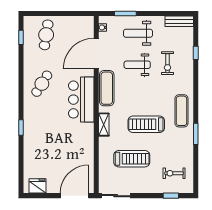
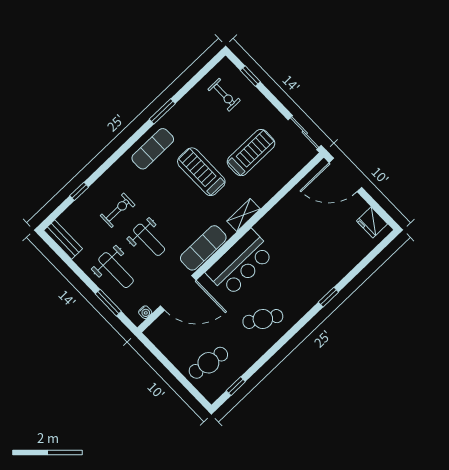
treadmill: (146, 124) -> (201, 172), turned 180
treadmill: (132, 159) -> (251, 153), turned 90

